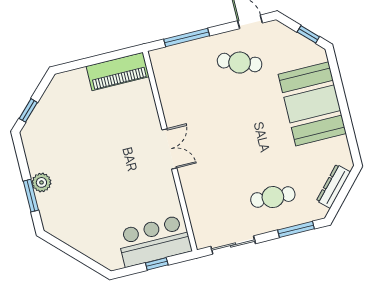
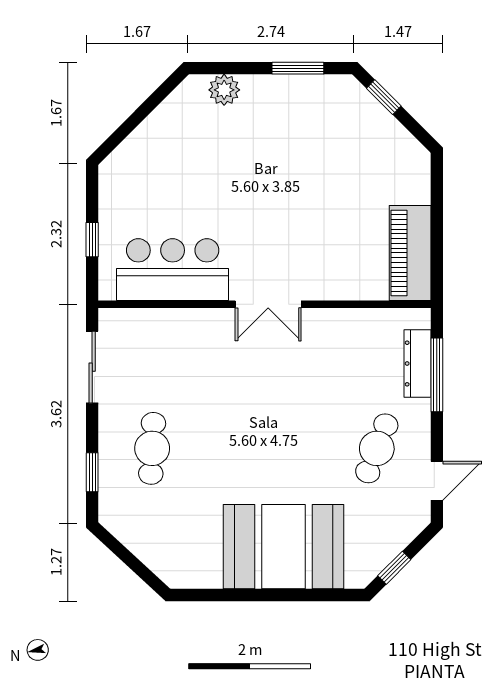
plant: (41, 182) -> (224, 90), moved
dresser: (333, 186) -> (417, 364), moved, turned -133
window: (31, 196) -> (298, 68), moved
window: (296, 229) -> (92, 472), width x0.67
bar counter: (154, 241) -> (173, 270), moved, turned -90

